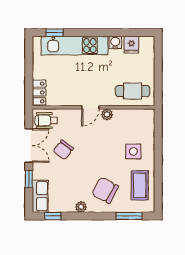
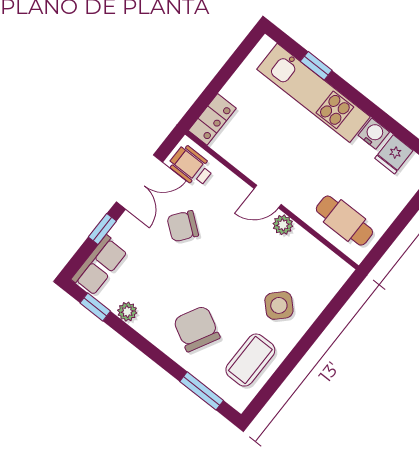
window: (55, 33) -> (316, 66), moved
side table: (133, 151) -> (279, 305), turned 45
plant: (81, 207) -> (127, 312), moved

